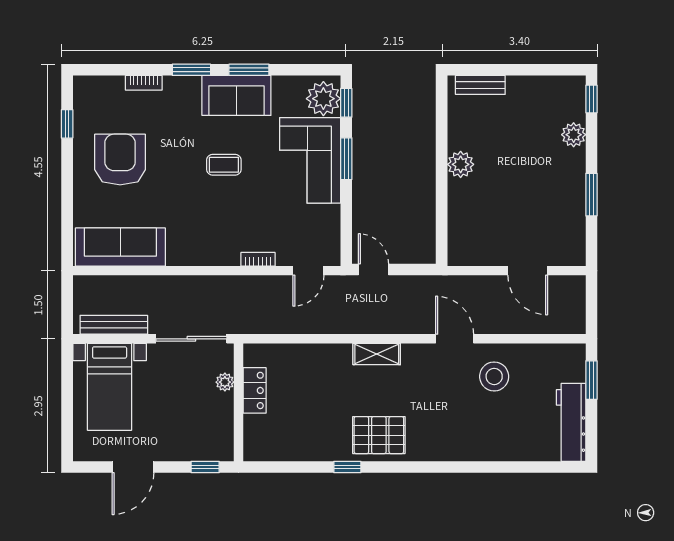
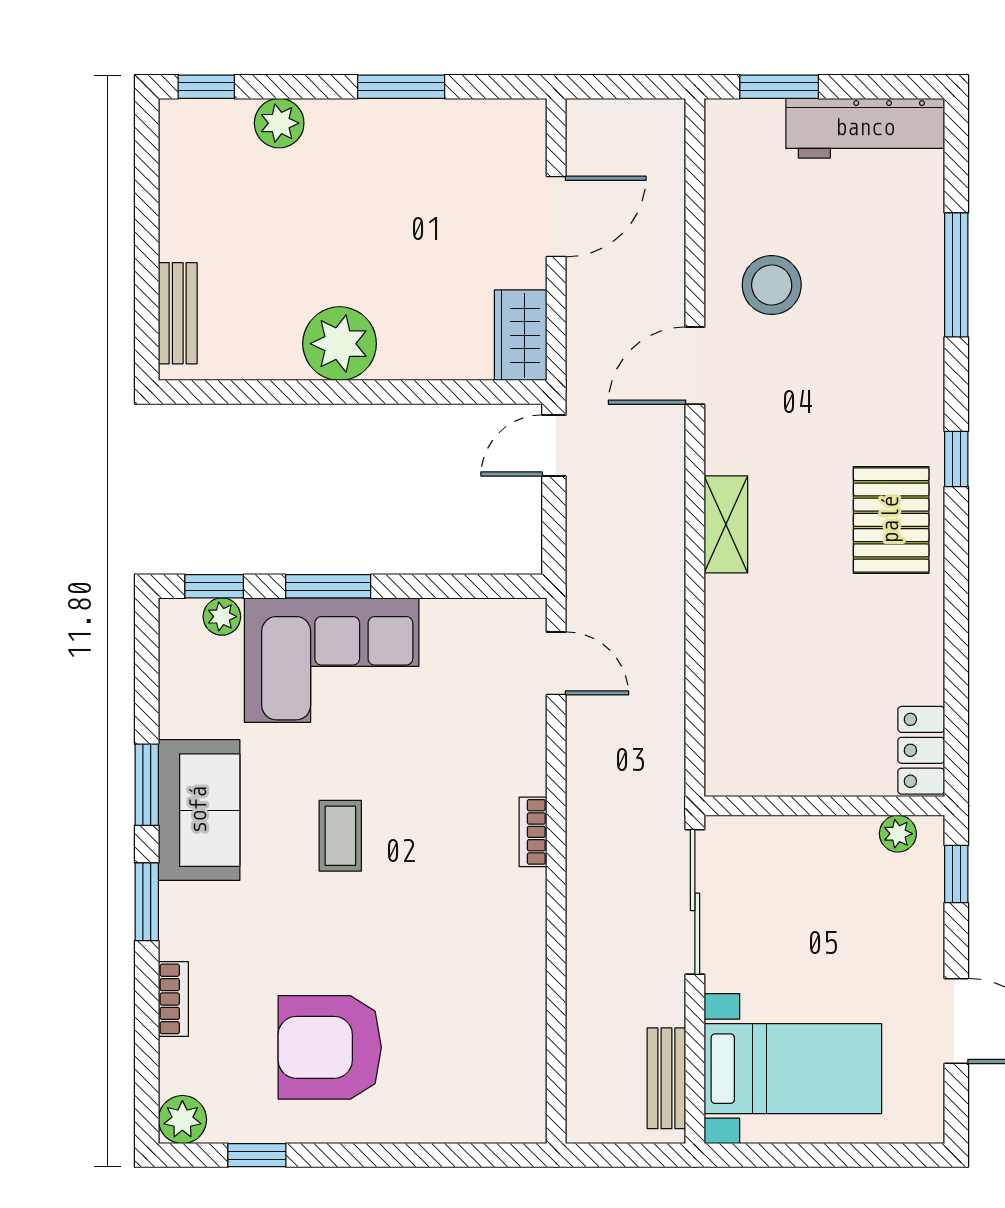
plant: (85, 87) -> (182, 1120), added
plant: (323, 99) -> (222, 617), width x0.53, depth x0.53
plant: (461, 164) -> (340, 344), width x1.36, depth x1.36
sofa: (120, 247) -> (508, 1047), removed
wardrobe: (470, 253) -> (521, 335), added
bookcase: (258, 259) -> (533, 832), moved
door: (373, 270) -> (554, 445), moved
bench: (114, 325) -> (666, 1078), width x0.73
plant: (225, 382) -> (898, 834), moved
locker: (255, 390) -> (921, 750), moved, turned -90
window: (347, 467) -> (956, 459), moved
window: (499, 467) -> (956, 275), added

